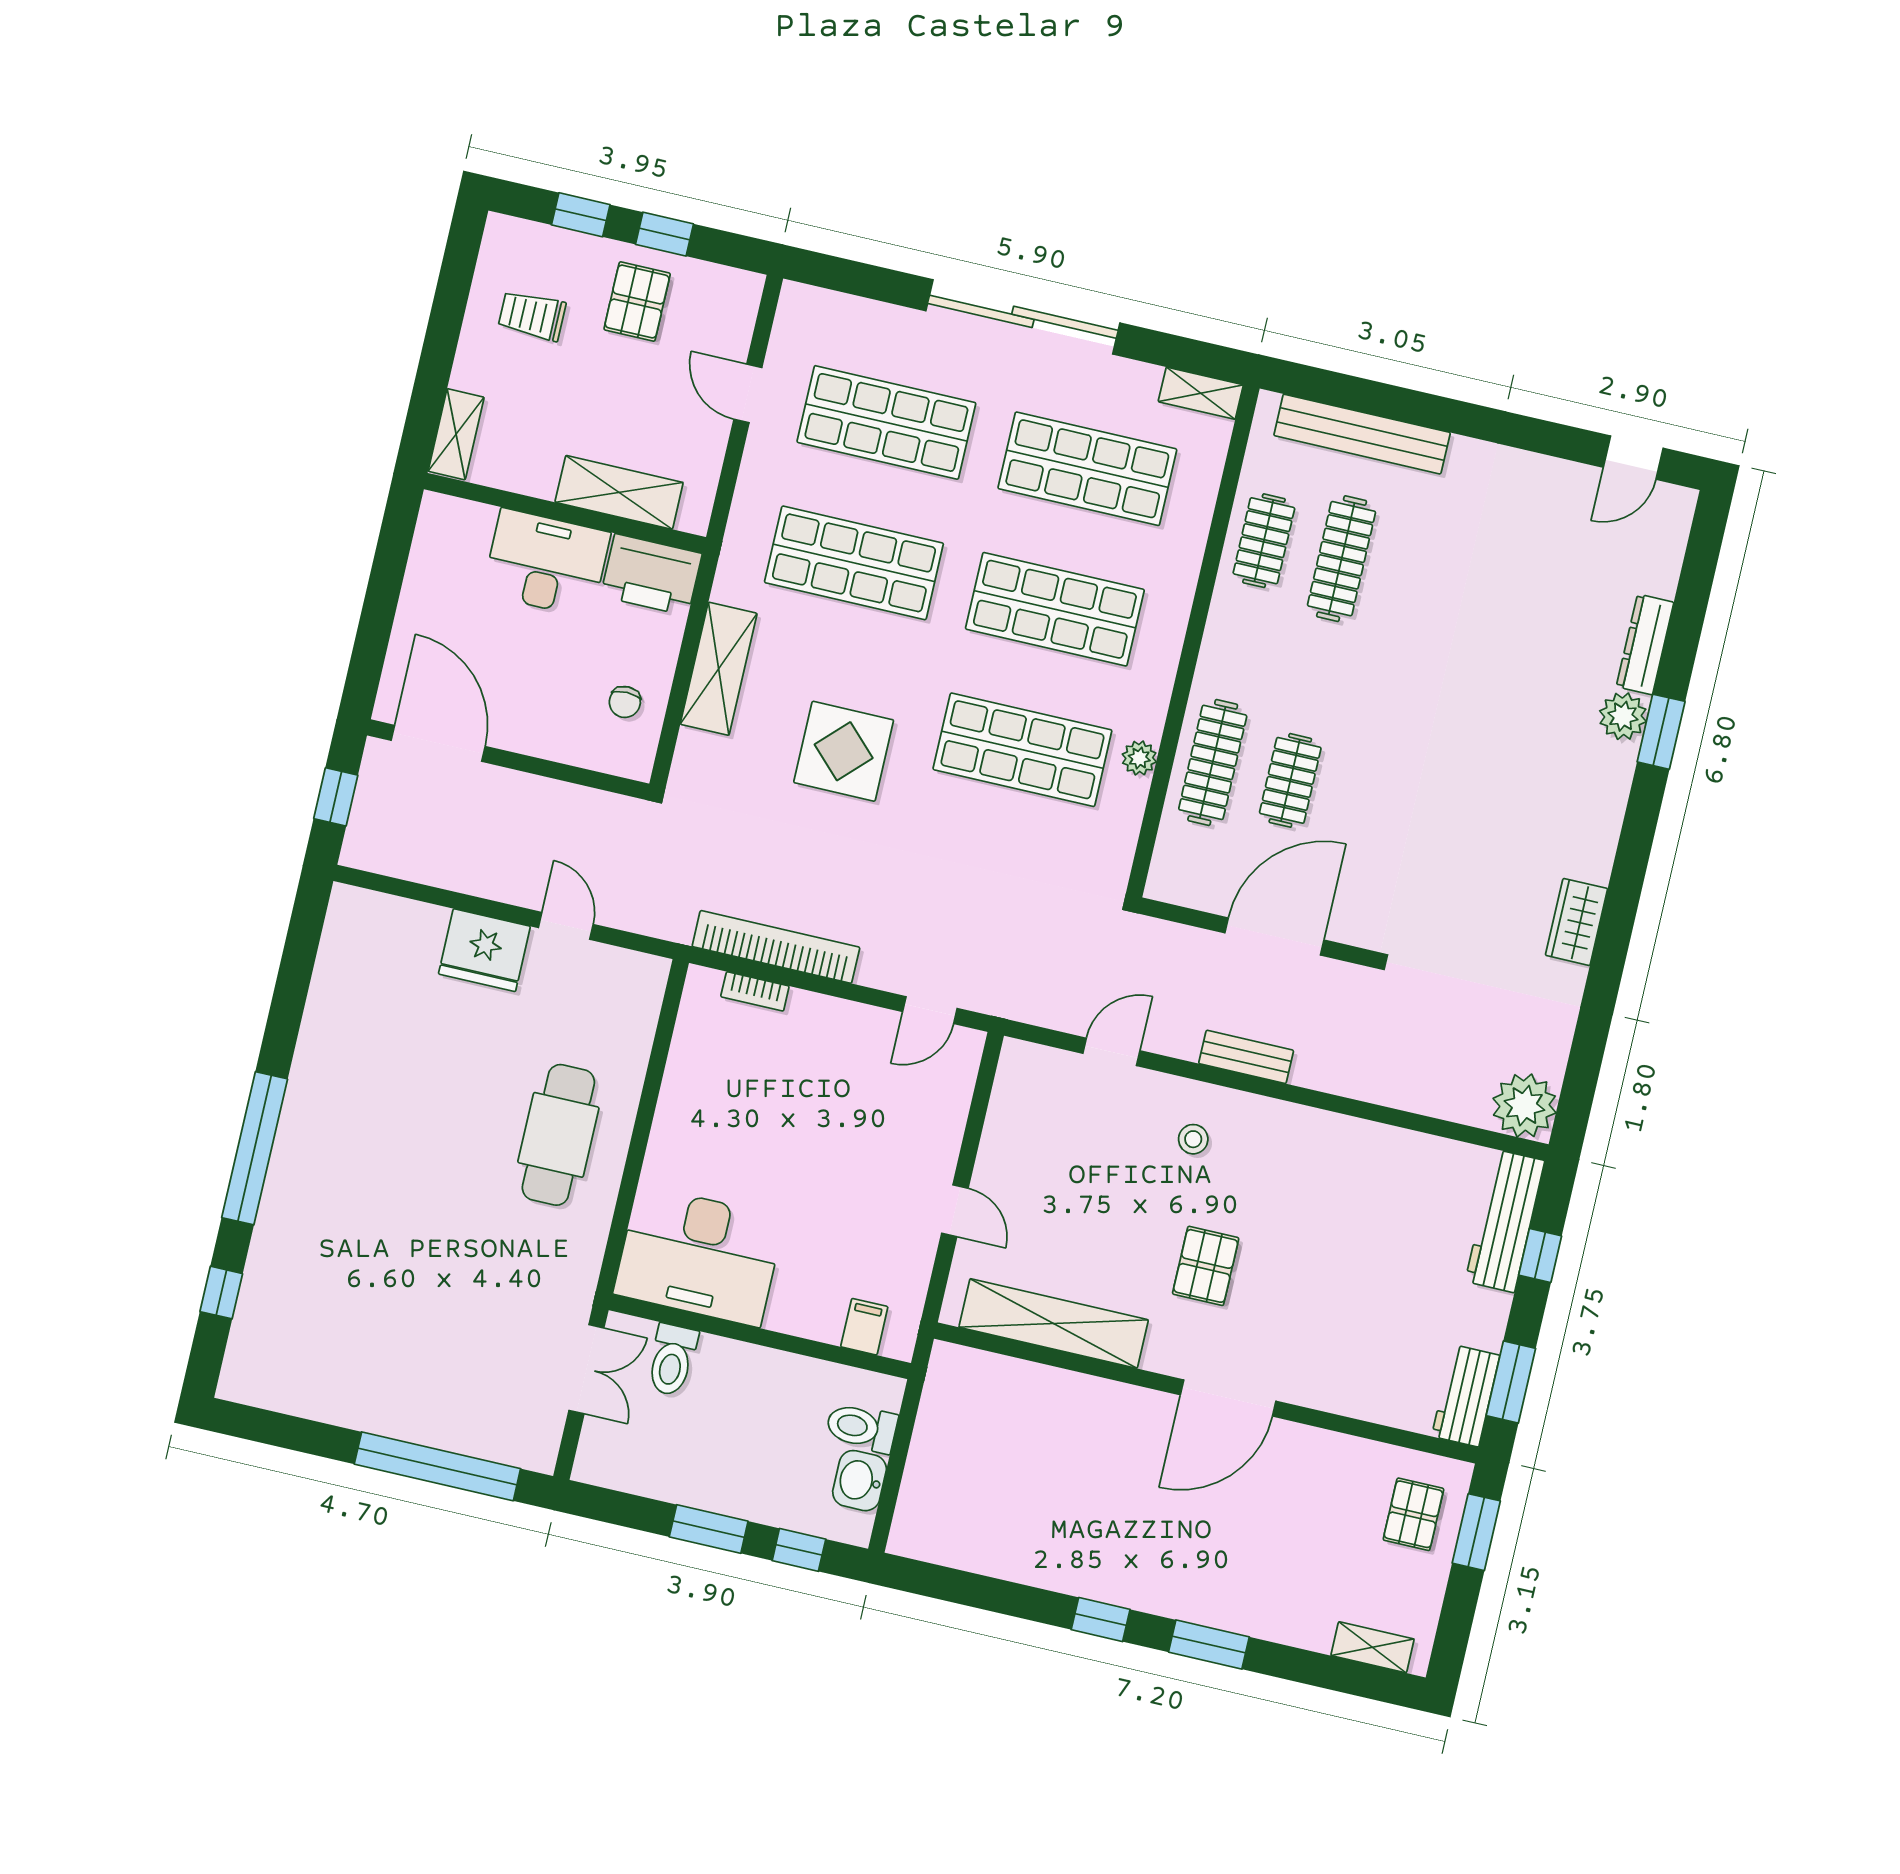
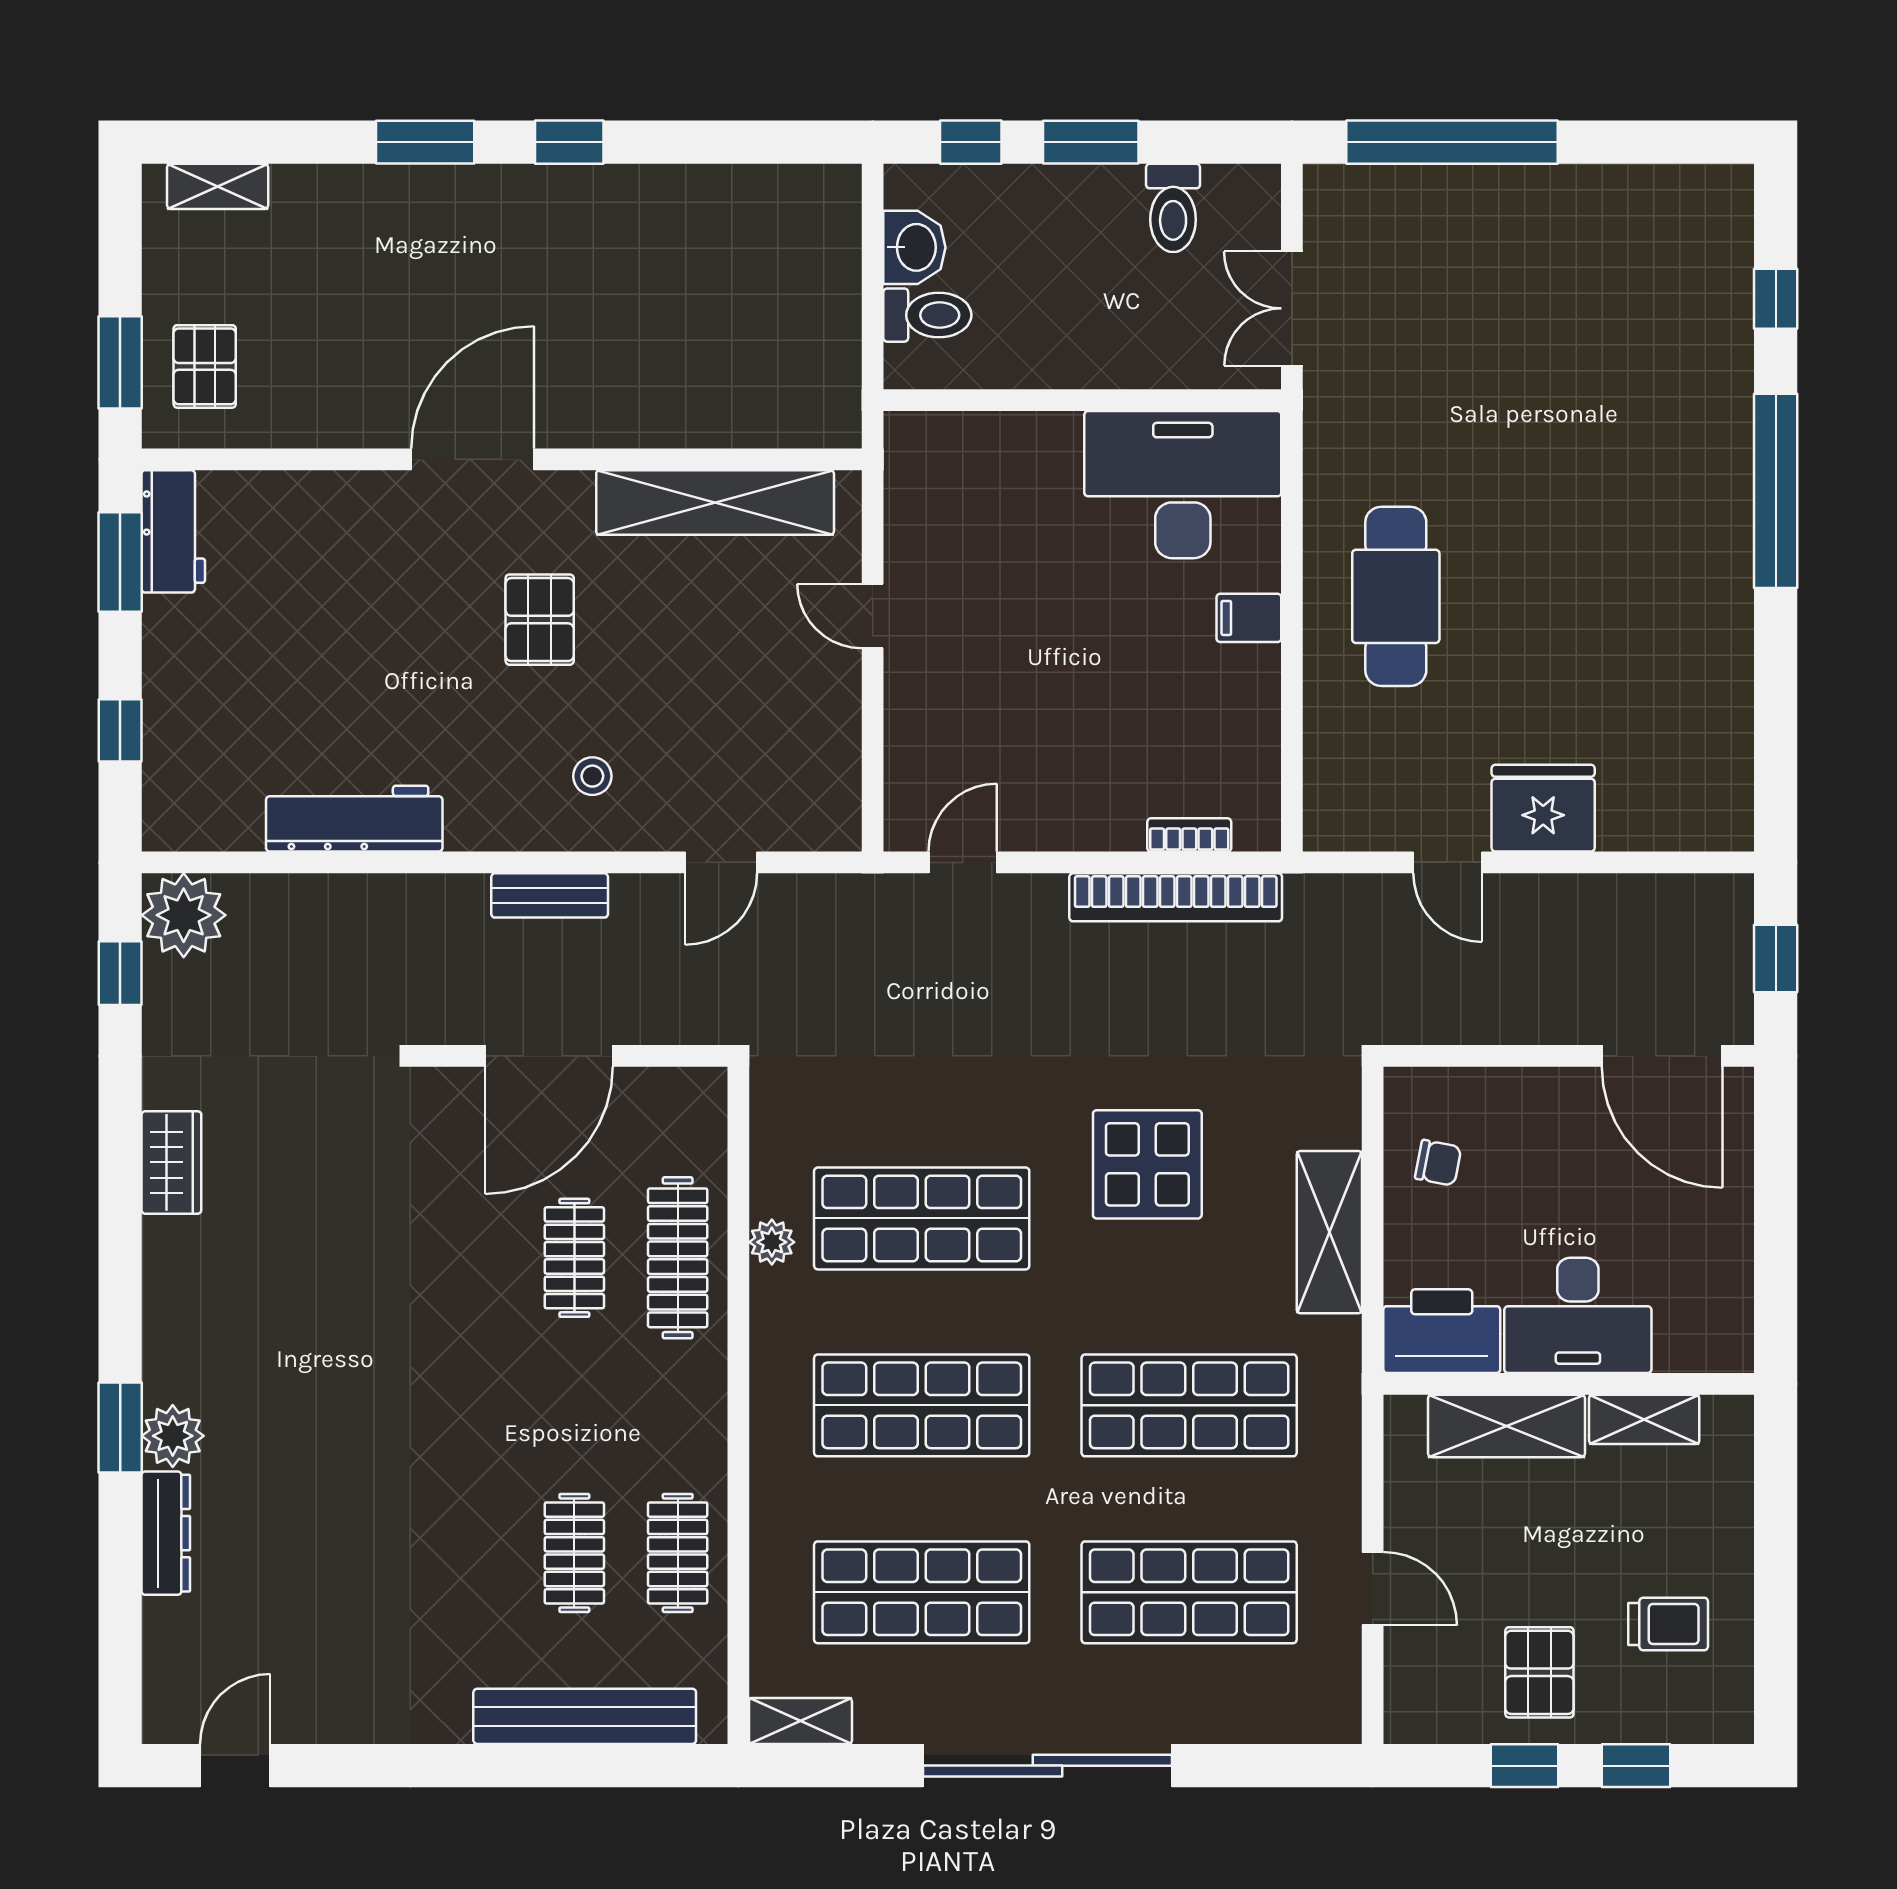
shelving: (456, 434) -> (1644, 1419), moved, turned 90
clothes rail: (1342, 559) -> (574, 1553), width x0.73
chair: (625, 702) -> (1438, 1163), turned 101
window: (1582, 1073) -> (120, 973), added
workbench: (1505, 1221) -> (354, 819), moved, turned -90
filing cabinet: (864, 1327) -> (1249, 618), moved, turned 90
toilet: (672, 1360) -> (1173, 208), moved, turned 180

